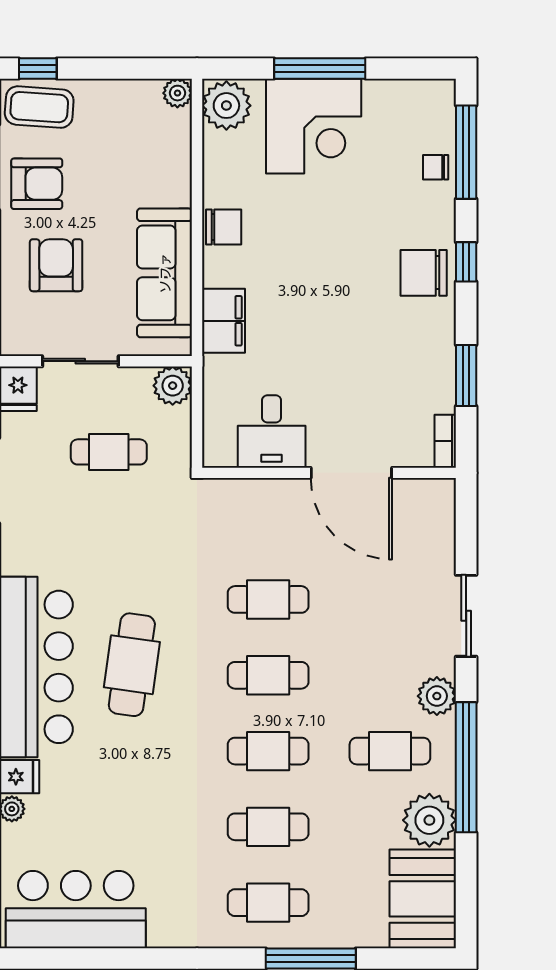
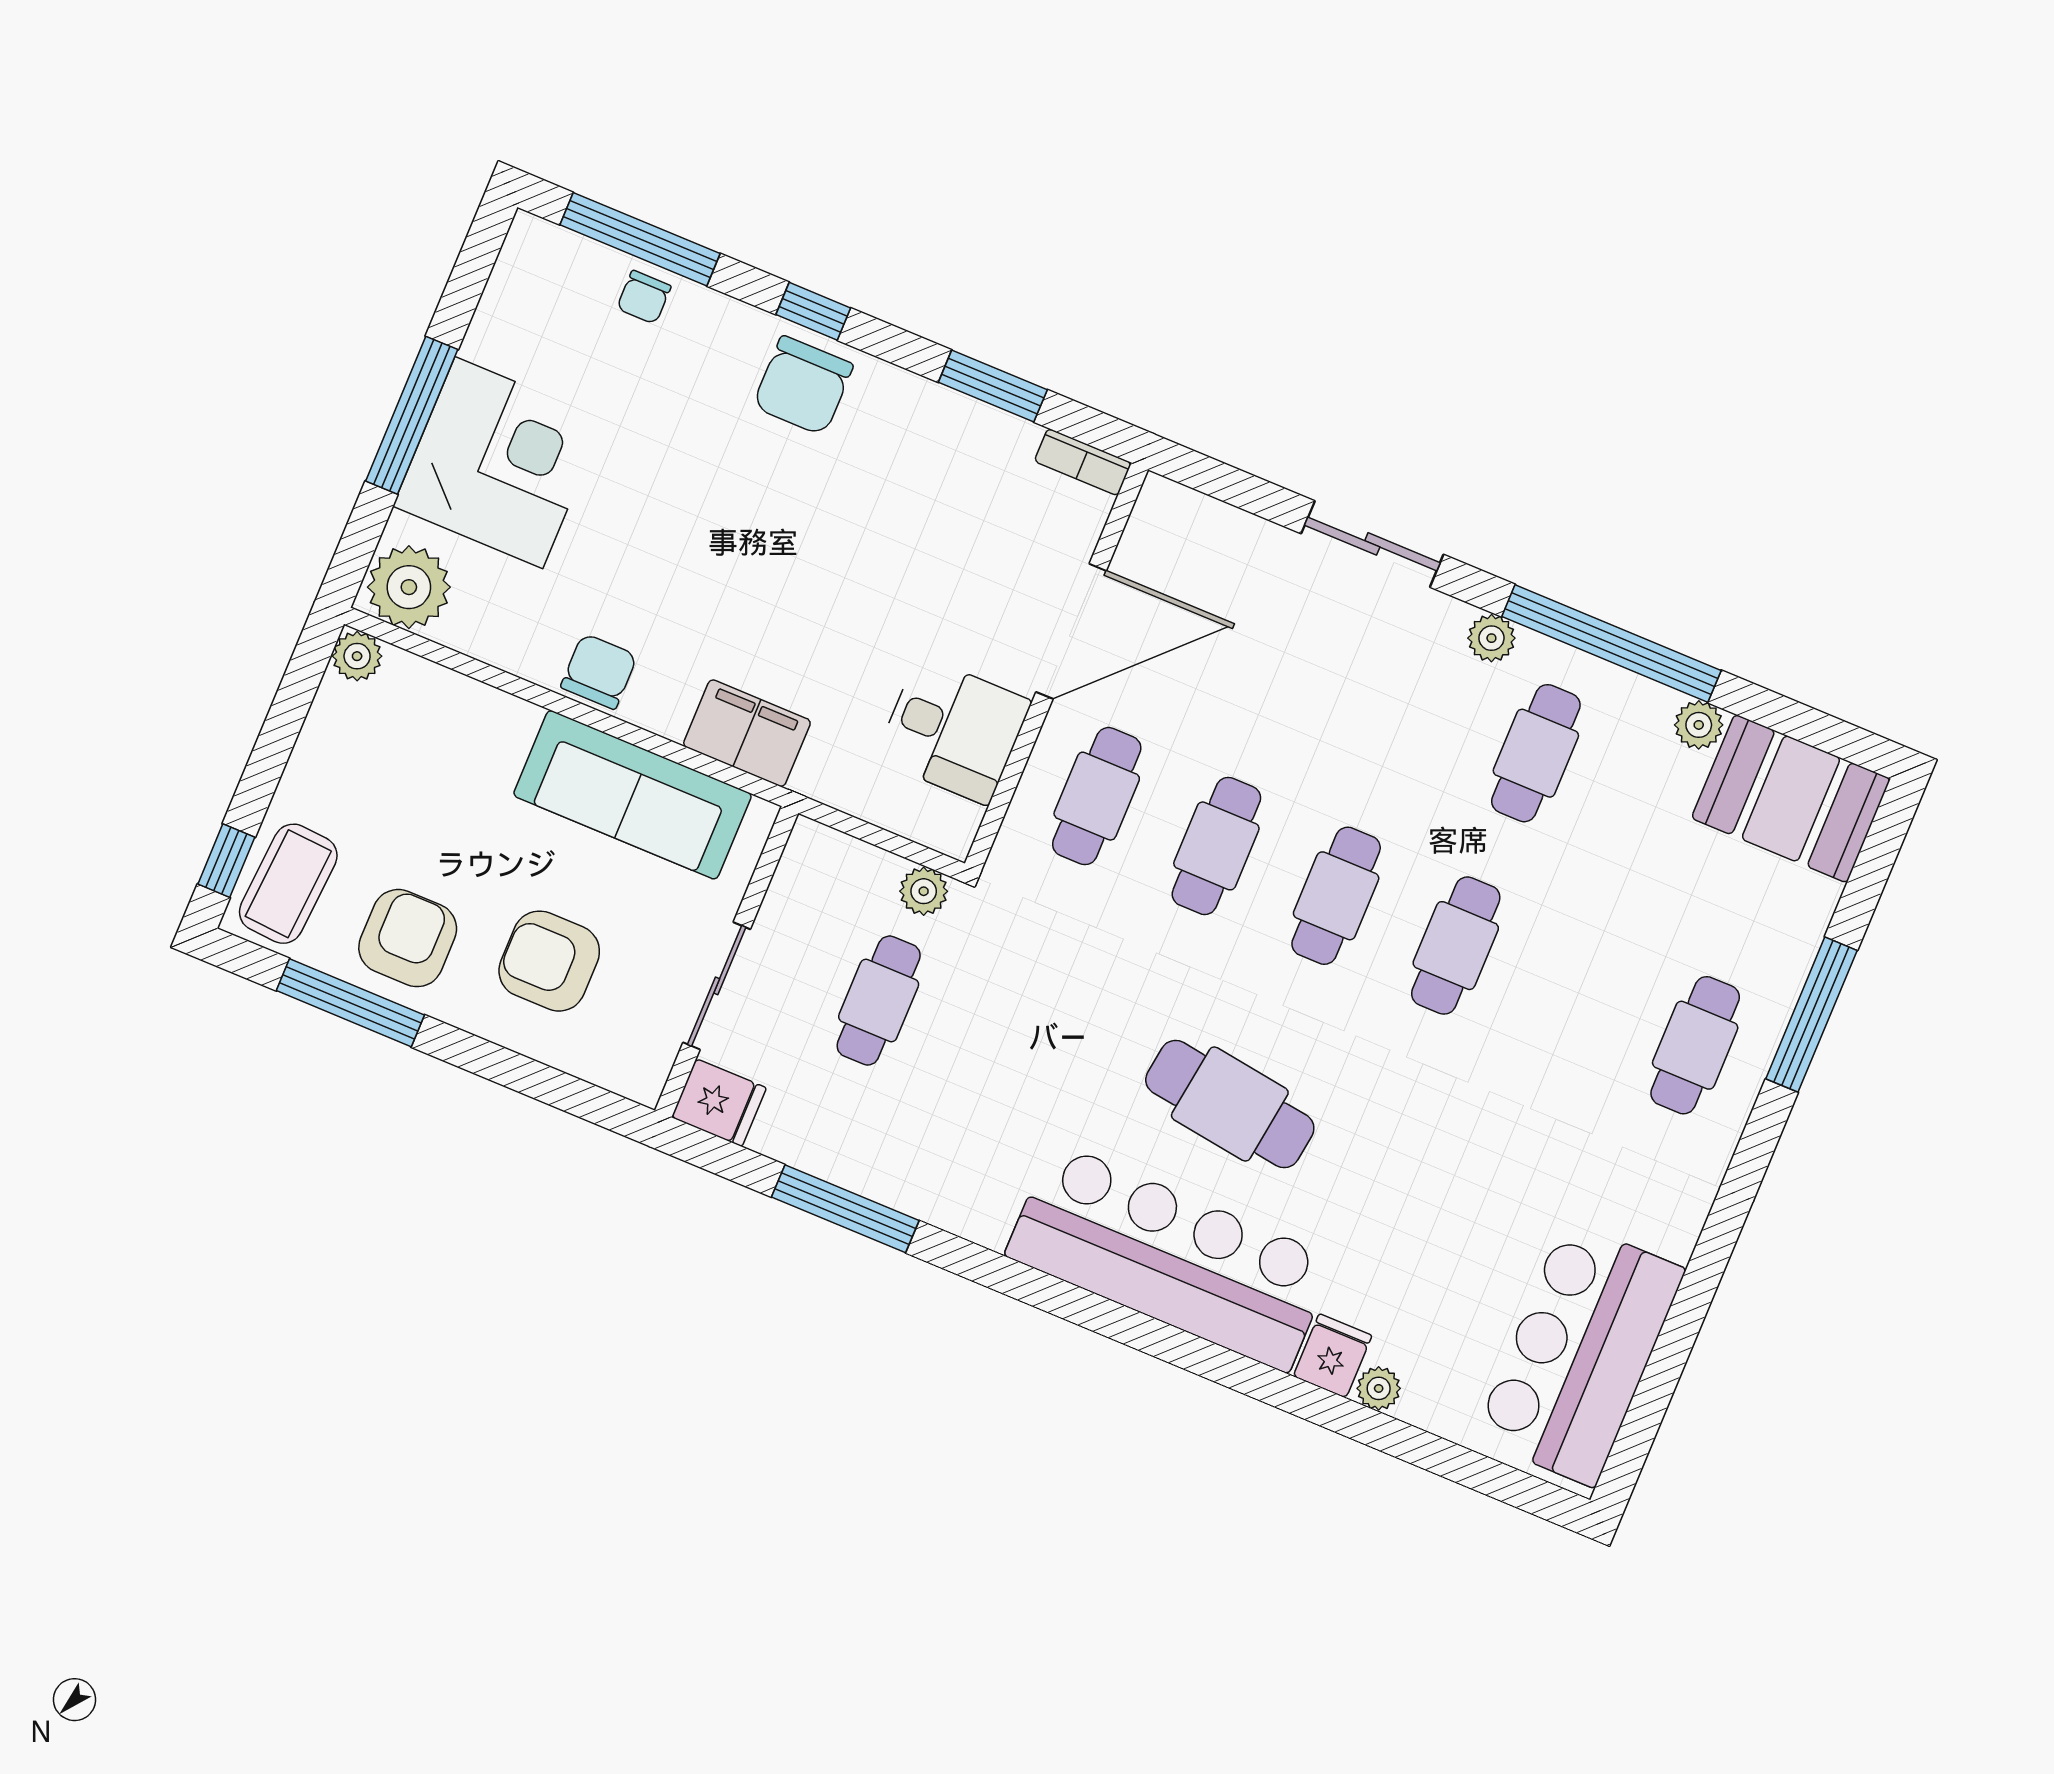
plant: (173, 386) -> (924, 891), moved, width x0.73, depth x0.73
plant: (437, 696) -> (1491, 638), width x0.73, depth x0.73
plant: (429, 820) -> (1699, 725), width x0.53, depth x0.53
cafe table: (268, 827) -> (1097, 796), moved

